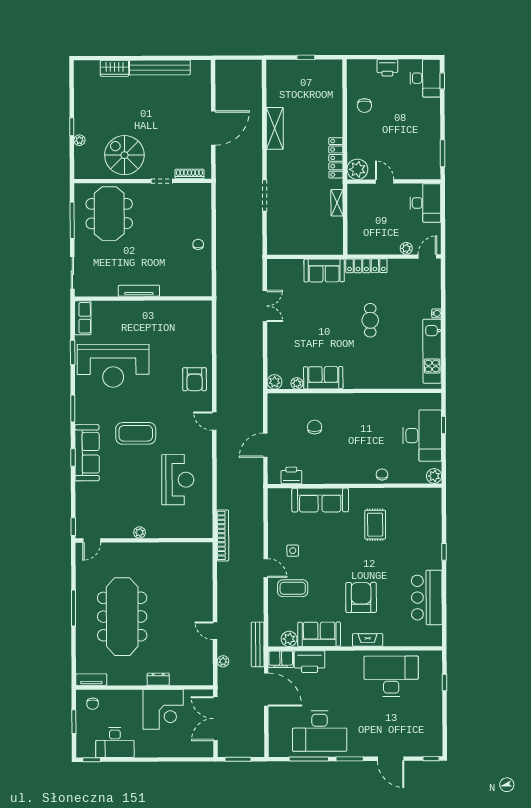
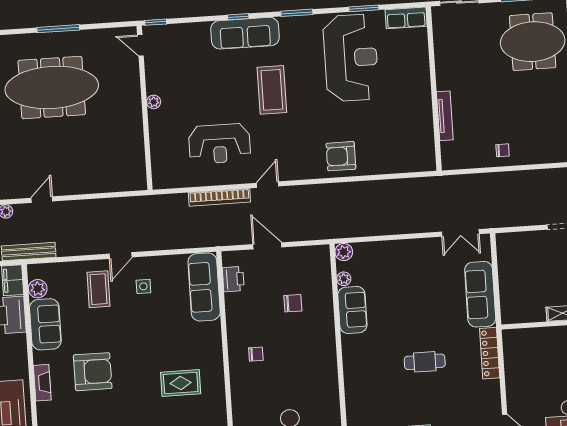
plant: (406, 248) -> (513, 399), removed
sofa: (324, 270) -> (480, 294), width x1.36
tv unit: (139, 291) -> (445, 116), moved
double door: (265, 306) -> (460, 233), moved
reception desk: (113, 366) -> (351, 58), turned 180
door: (214, 421) -> (268, 185), moved
chair: (382, 474) -> (256, 354), moved
sofa: (320, 500) -> (204, 287), moved
bookcase: (223, 535) -> (219, 197), moved

